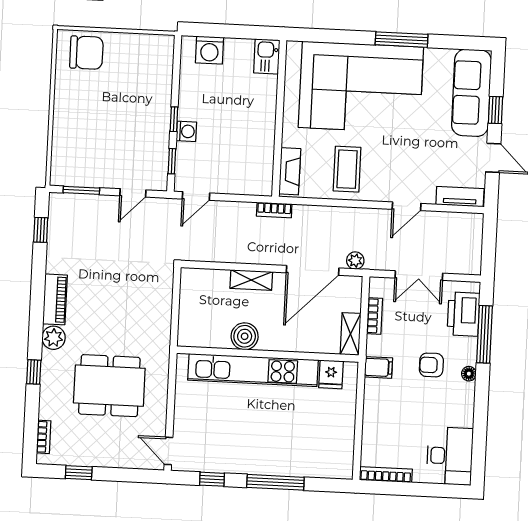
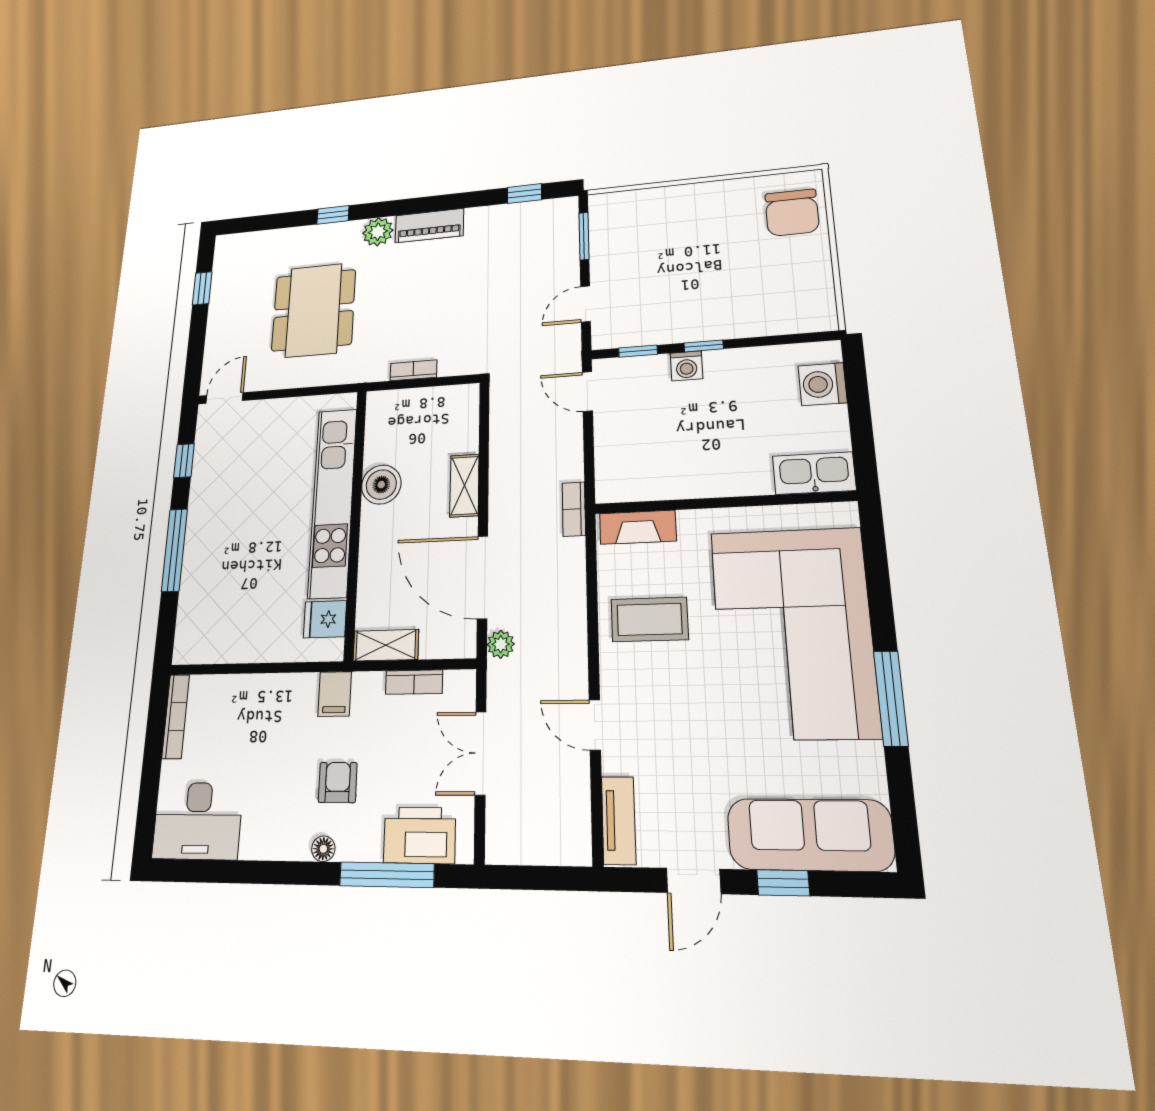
kitchen sink: (267, 56) -> (814, 473), width x1.38
door: (133, 193) -> (585, 304), hinge flipped
bookcase: (44, 437) -> (413, 370), moved, turned 180

